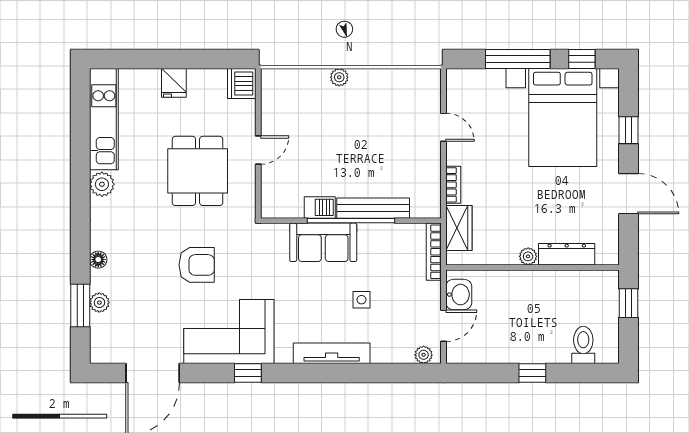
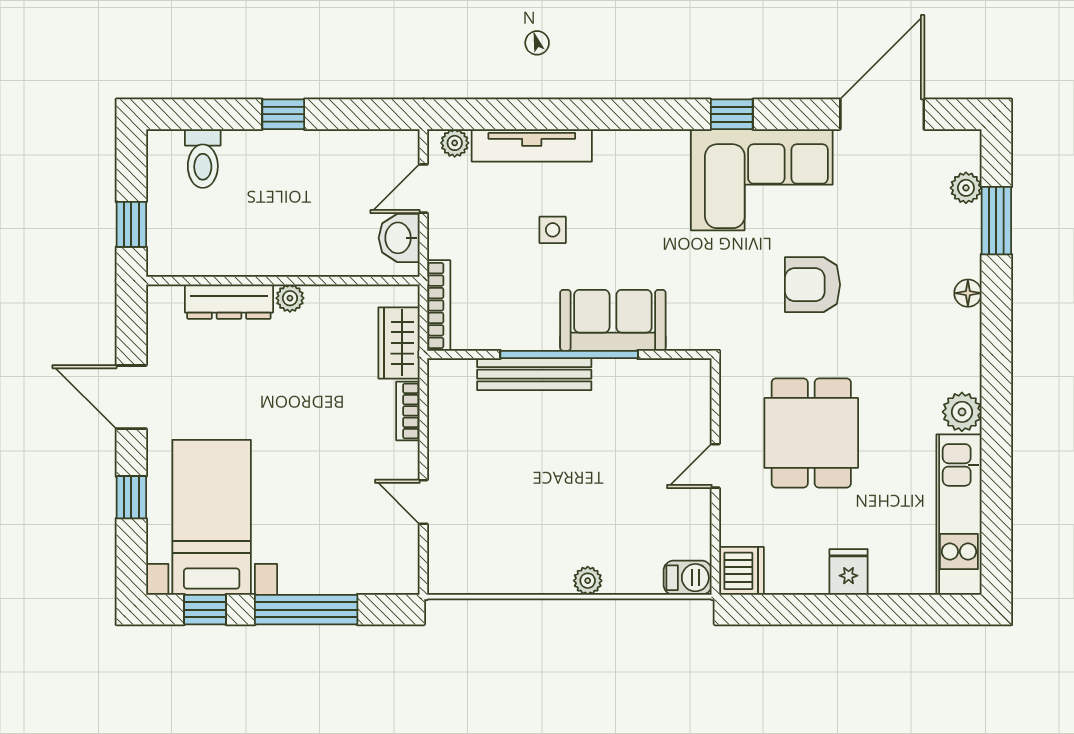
bed with nightstands: (563, 117) -> (212, 517), width x0.73
barbecue: (320, 207) -> (688, 578), moved, turned 180
plant: (99, 303) -> (966, 188), moved
tv unit: (332, 353) -> (532, 145), moved

